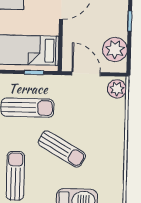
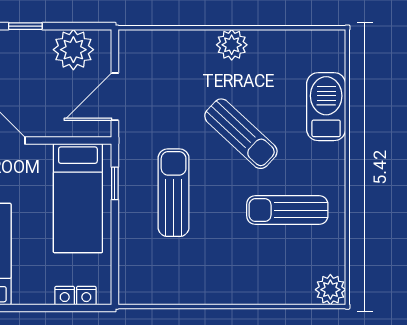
plant: (117, 89) -> (232, 45), moved
sun lounger: (62, 149) -> (241, 134), turned 103

